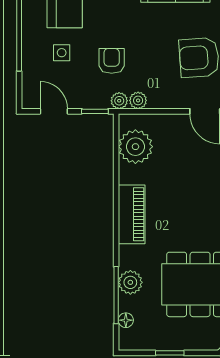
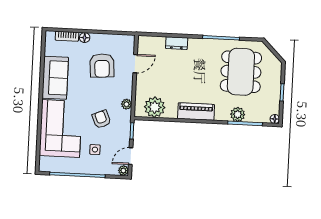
armchair: (112, 61) -> (101, 119), turned 67
plant: (119, 101) -> (123, 171), moved
floor lamp: (126, 320) -> (275, 119), moved

